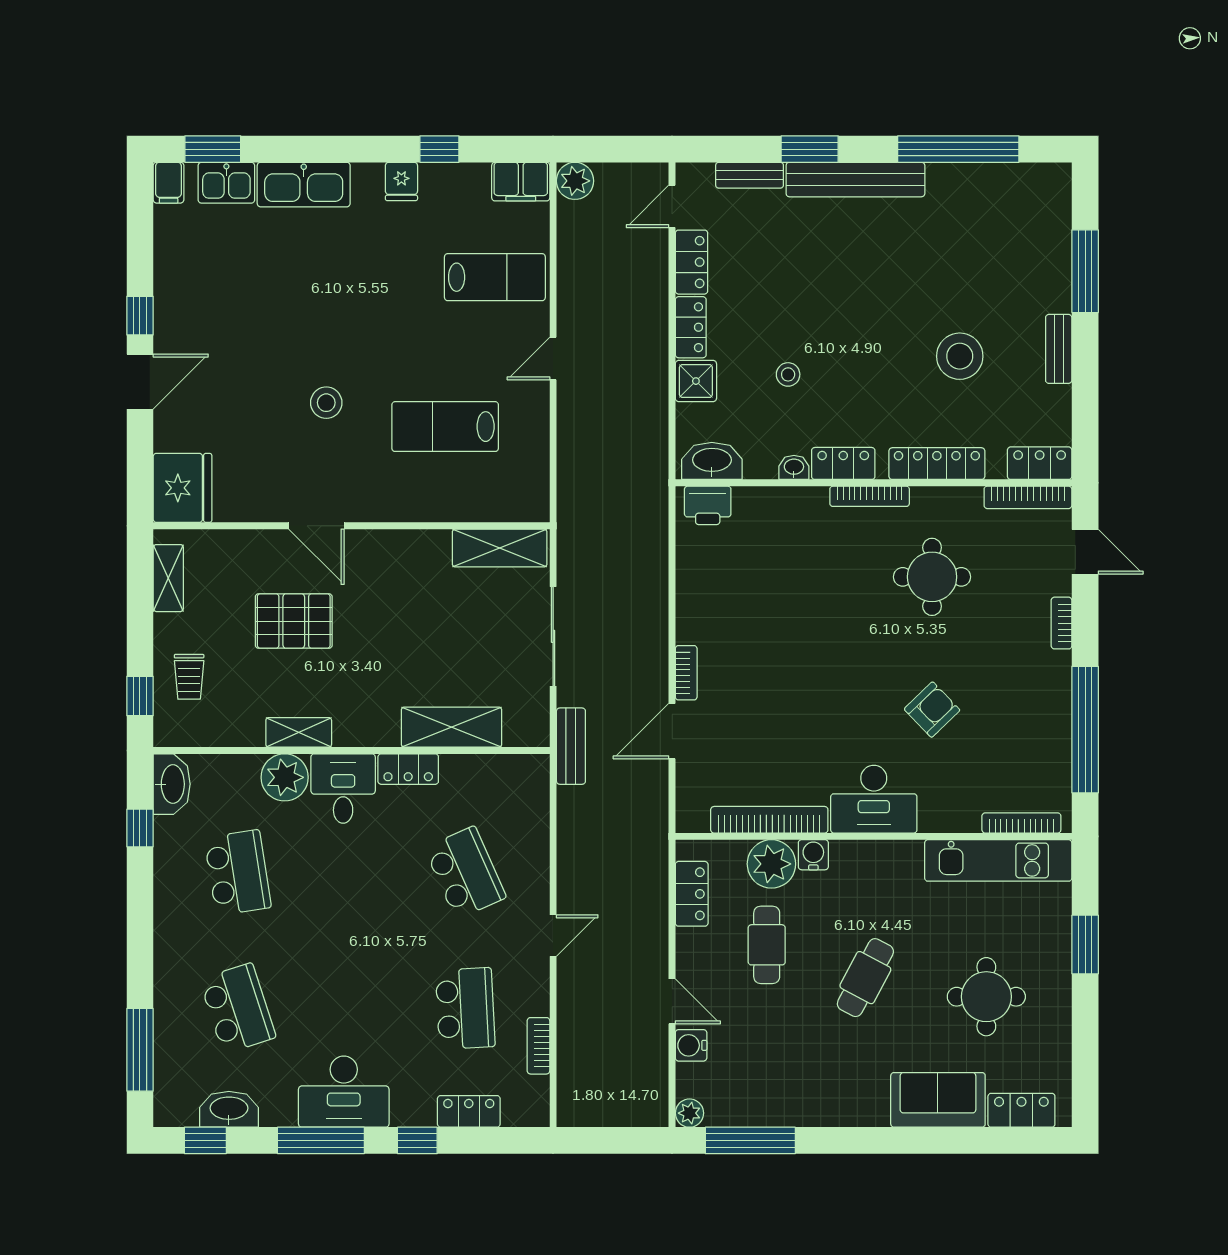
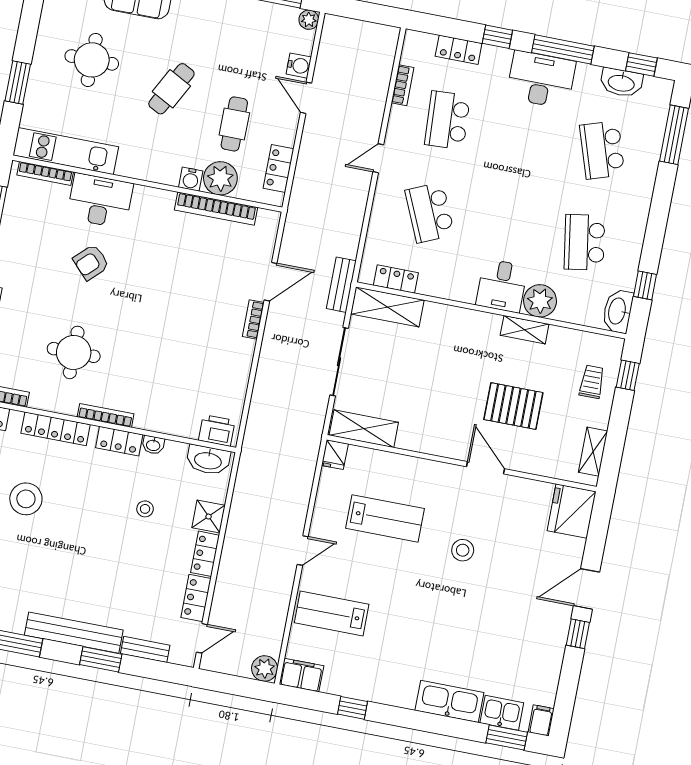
fridge: (401, 181) -> (335, 455), moved, turned 180
shelving: (451, 727) -> (387, 307), moved
locker: (408, 769) -> (396, 279), moved
desk: (874, 799) -> (100, 201), moved

